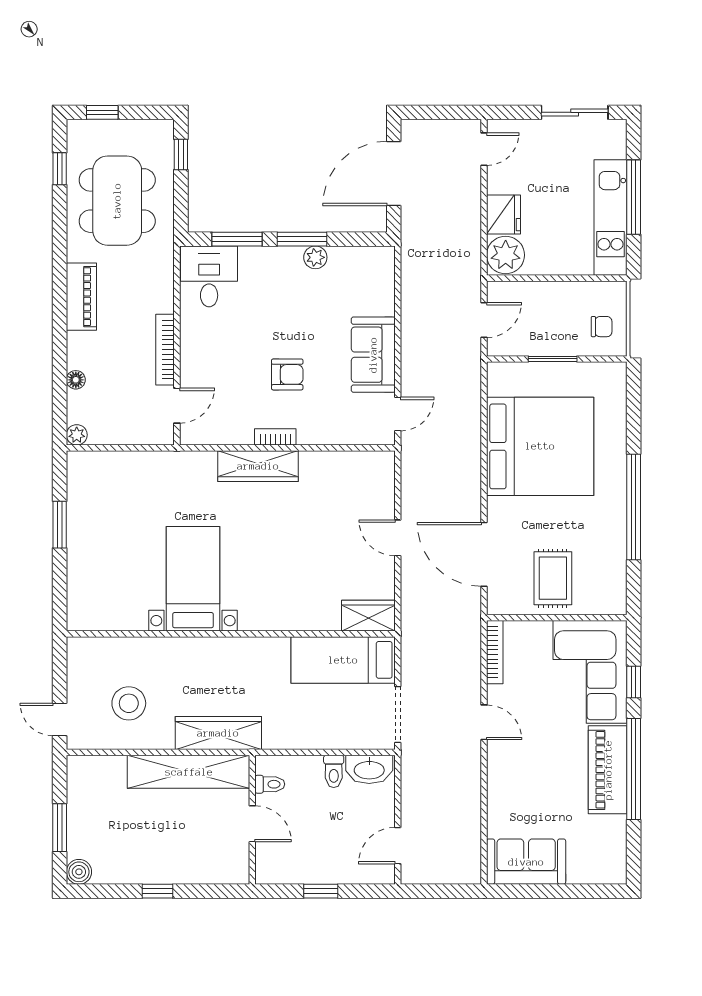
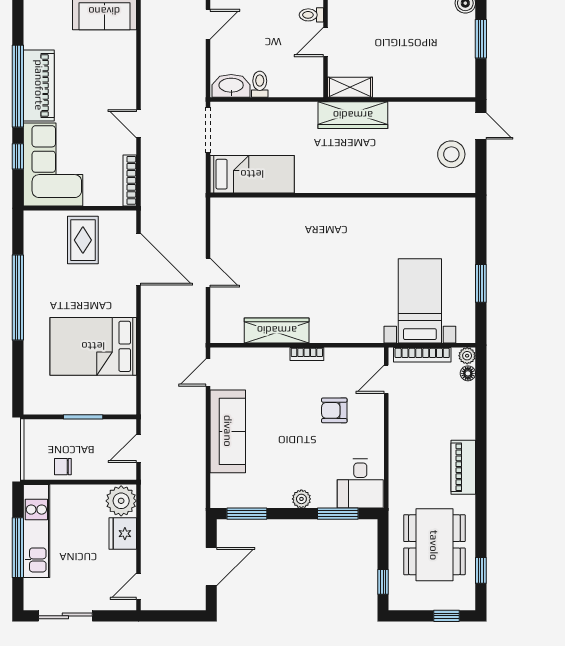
door: (394, 174) -> (211, 567), width x0.73
window: (302, 239) -> (247, 514), moved
plant: (315, 257) -> (301, 499), moved
chair: (602, 327) -> (63, 467), moved
bookcase: (165, 350) -> (422, 355), moved, turned 90
sofa: (373, 355) -> (228, 431), width x1.36
armchair: (287, 374) -> (334, 410), moved
floor lamp: (76, 380) -> (468, 373), moved
bed: (540, 446) -> (93, 346), width x0.73
wardrobe: (258, 466) -> (277, 330), moved
bed with nightstands: (193, 579) -> (420, 301), moved, turned 180
wardrobe: (368, 616) -> (232, 210), removed
stool: (129, 703) -> (451, 154), moved
shelving: (189, 772) -> (350, 87), width x0.45, depth x0.75
toilet: (270, 784) -> (311, 15), moved
door: (252, 824) -> (325, 42), hinge flipped

